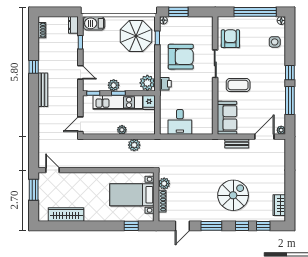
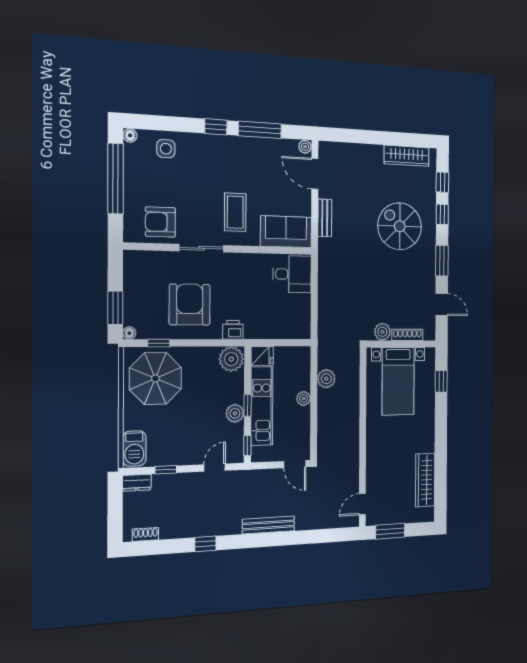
bench: (43, 90) -> (268, 525), moved
desk: (180, 122) -> (292, 274), moved
wardrobe: (279, 205) -> (406, 156), width x1.50

